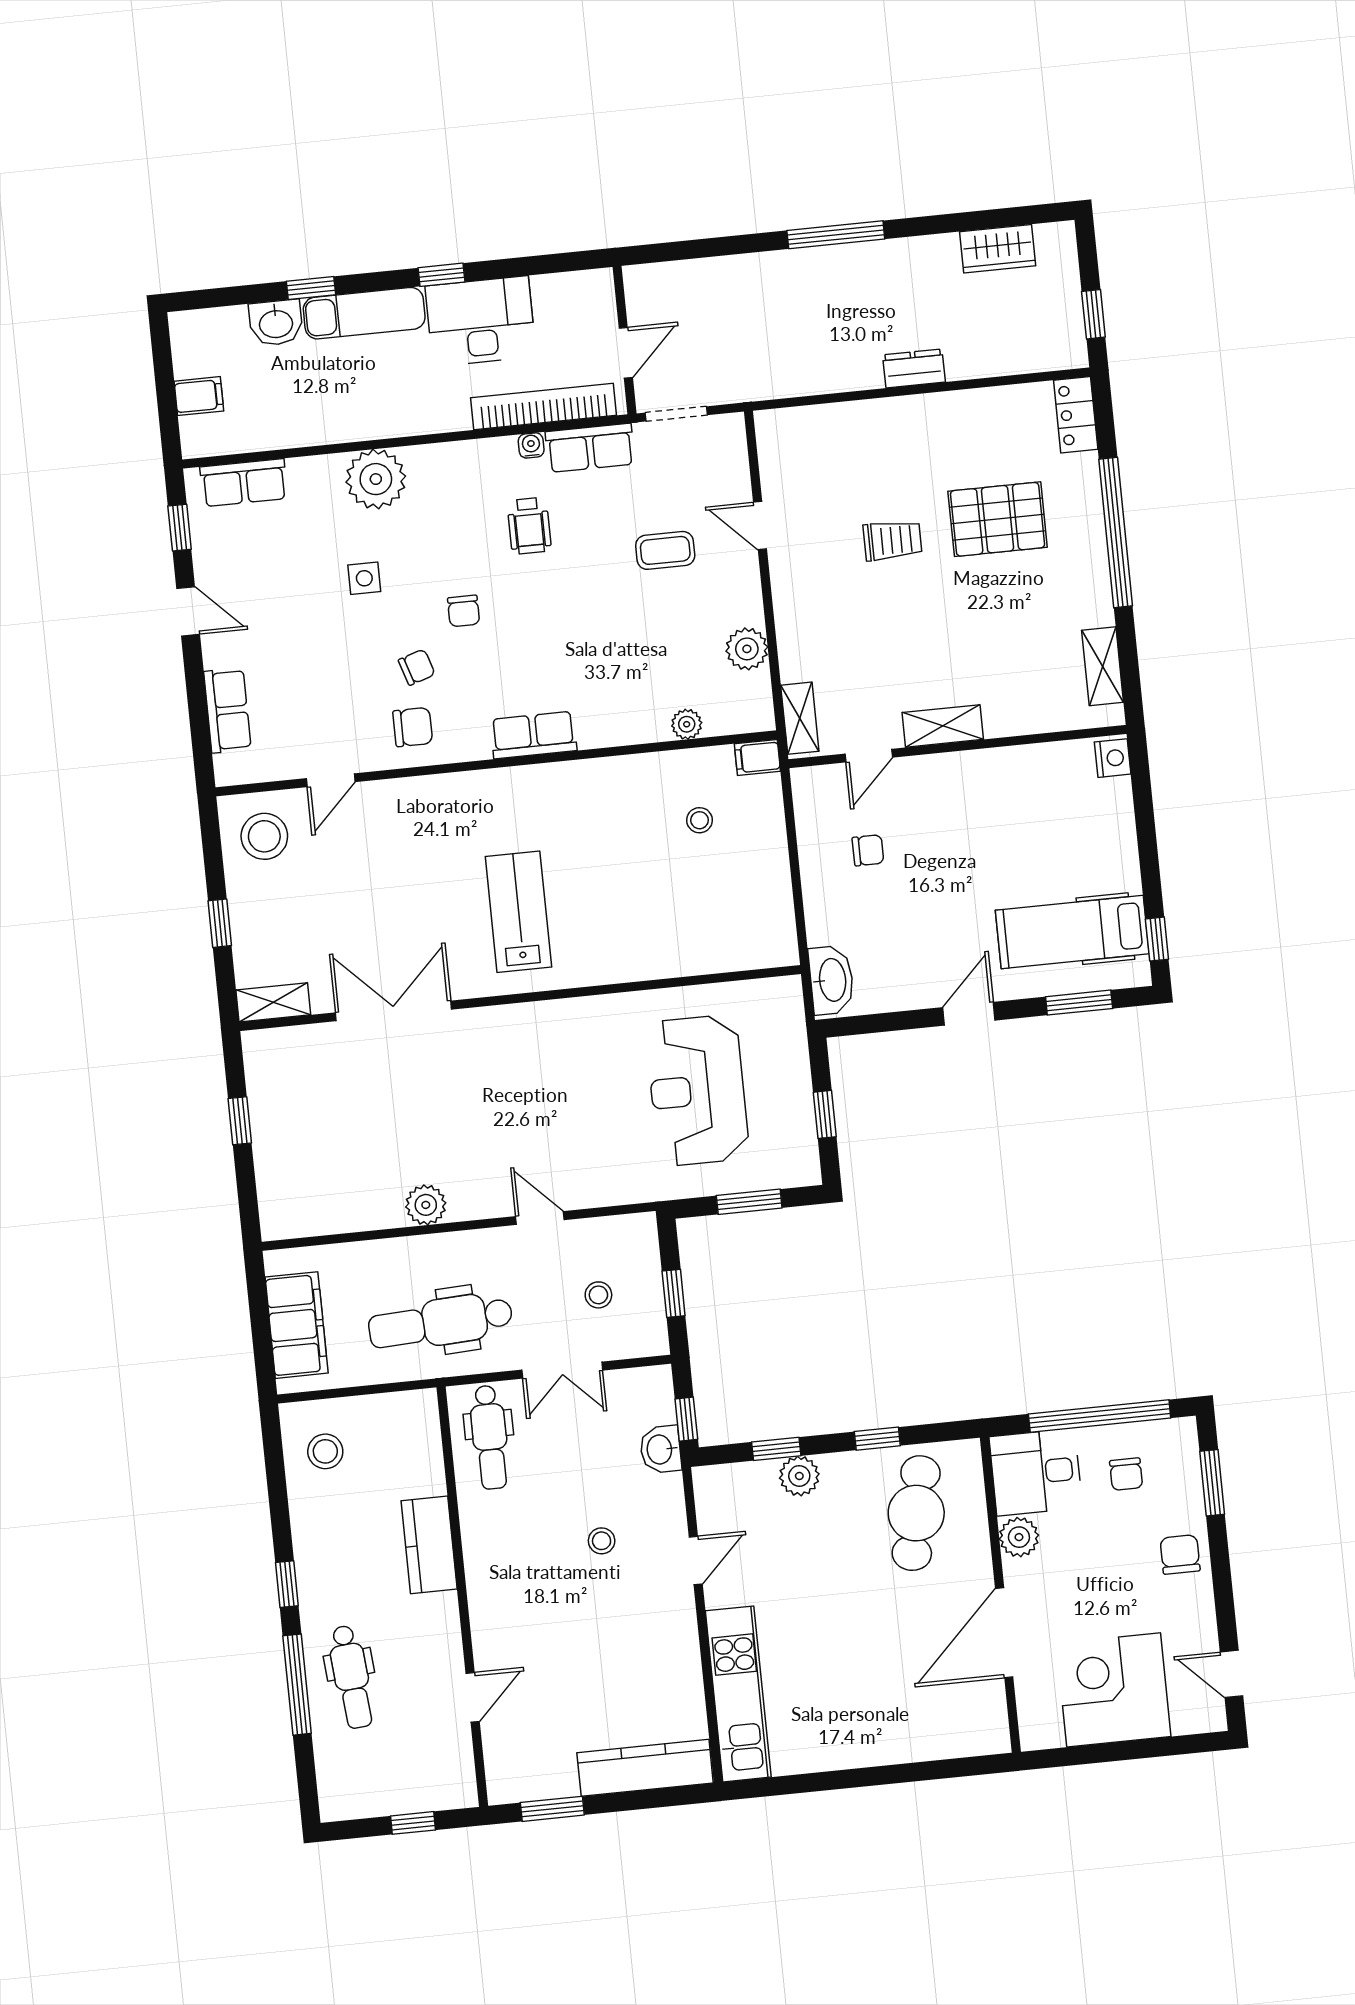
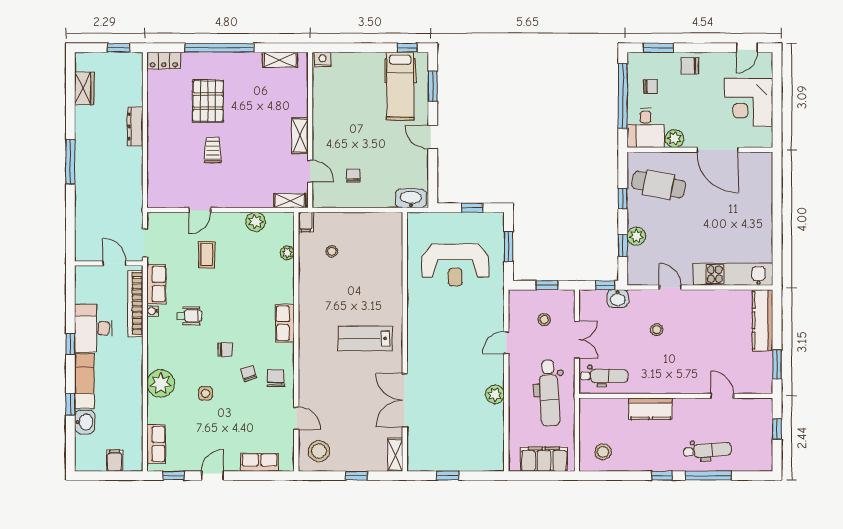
dresser: (914, 368) -> (135, 126), width x1.44

